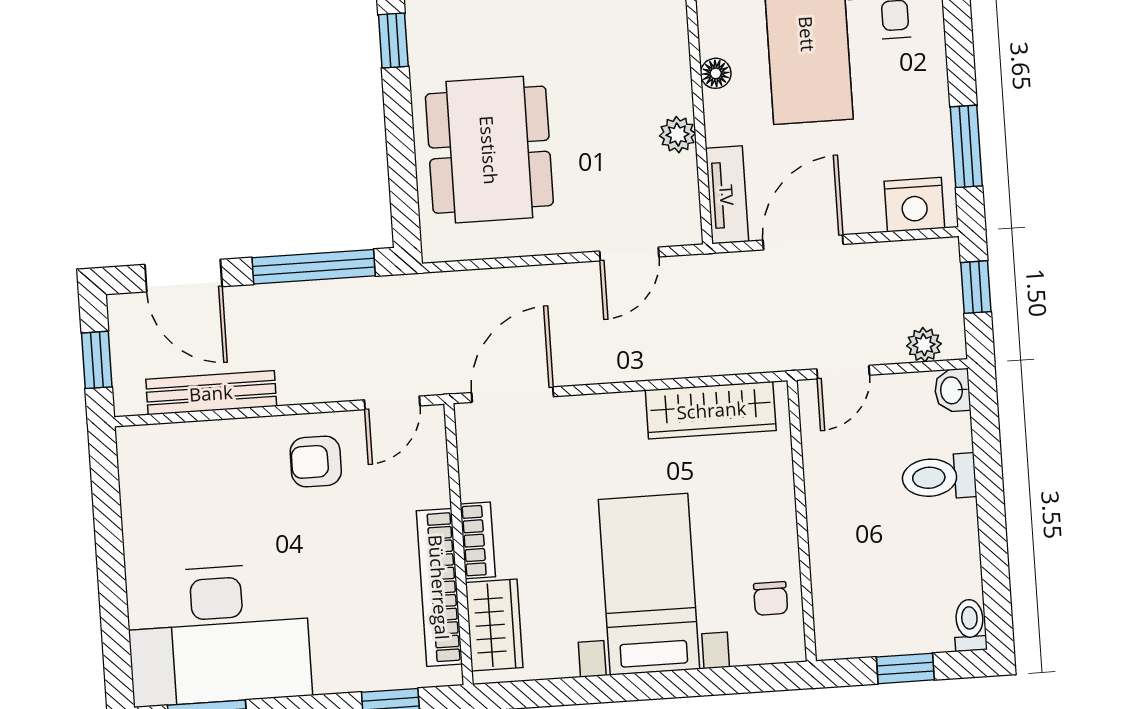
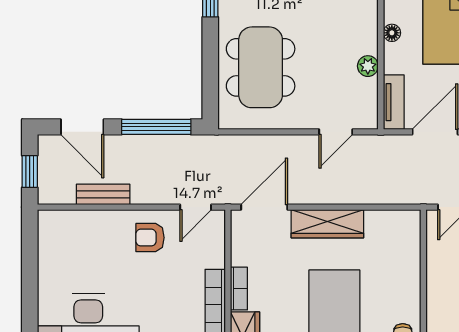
bench: (211, 393) -> (103, 194), width x0.73
wardrobe: (711, 410) -> (327, 224), moved

